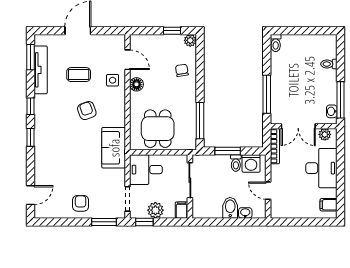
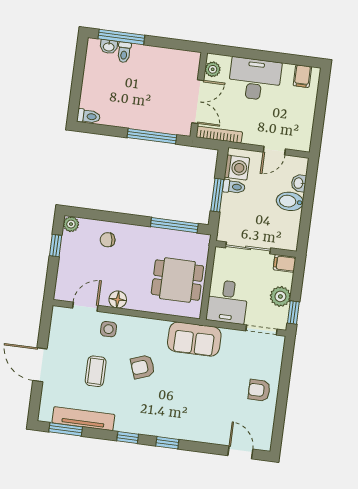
window: (341, 100) -> (121, 37), moved
washbasin: (332, 111) -> (109, 47), moved
window: (104, 222) -> (287, 364), removed

